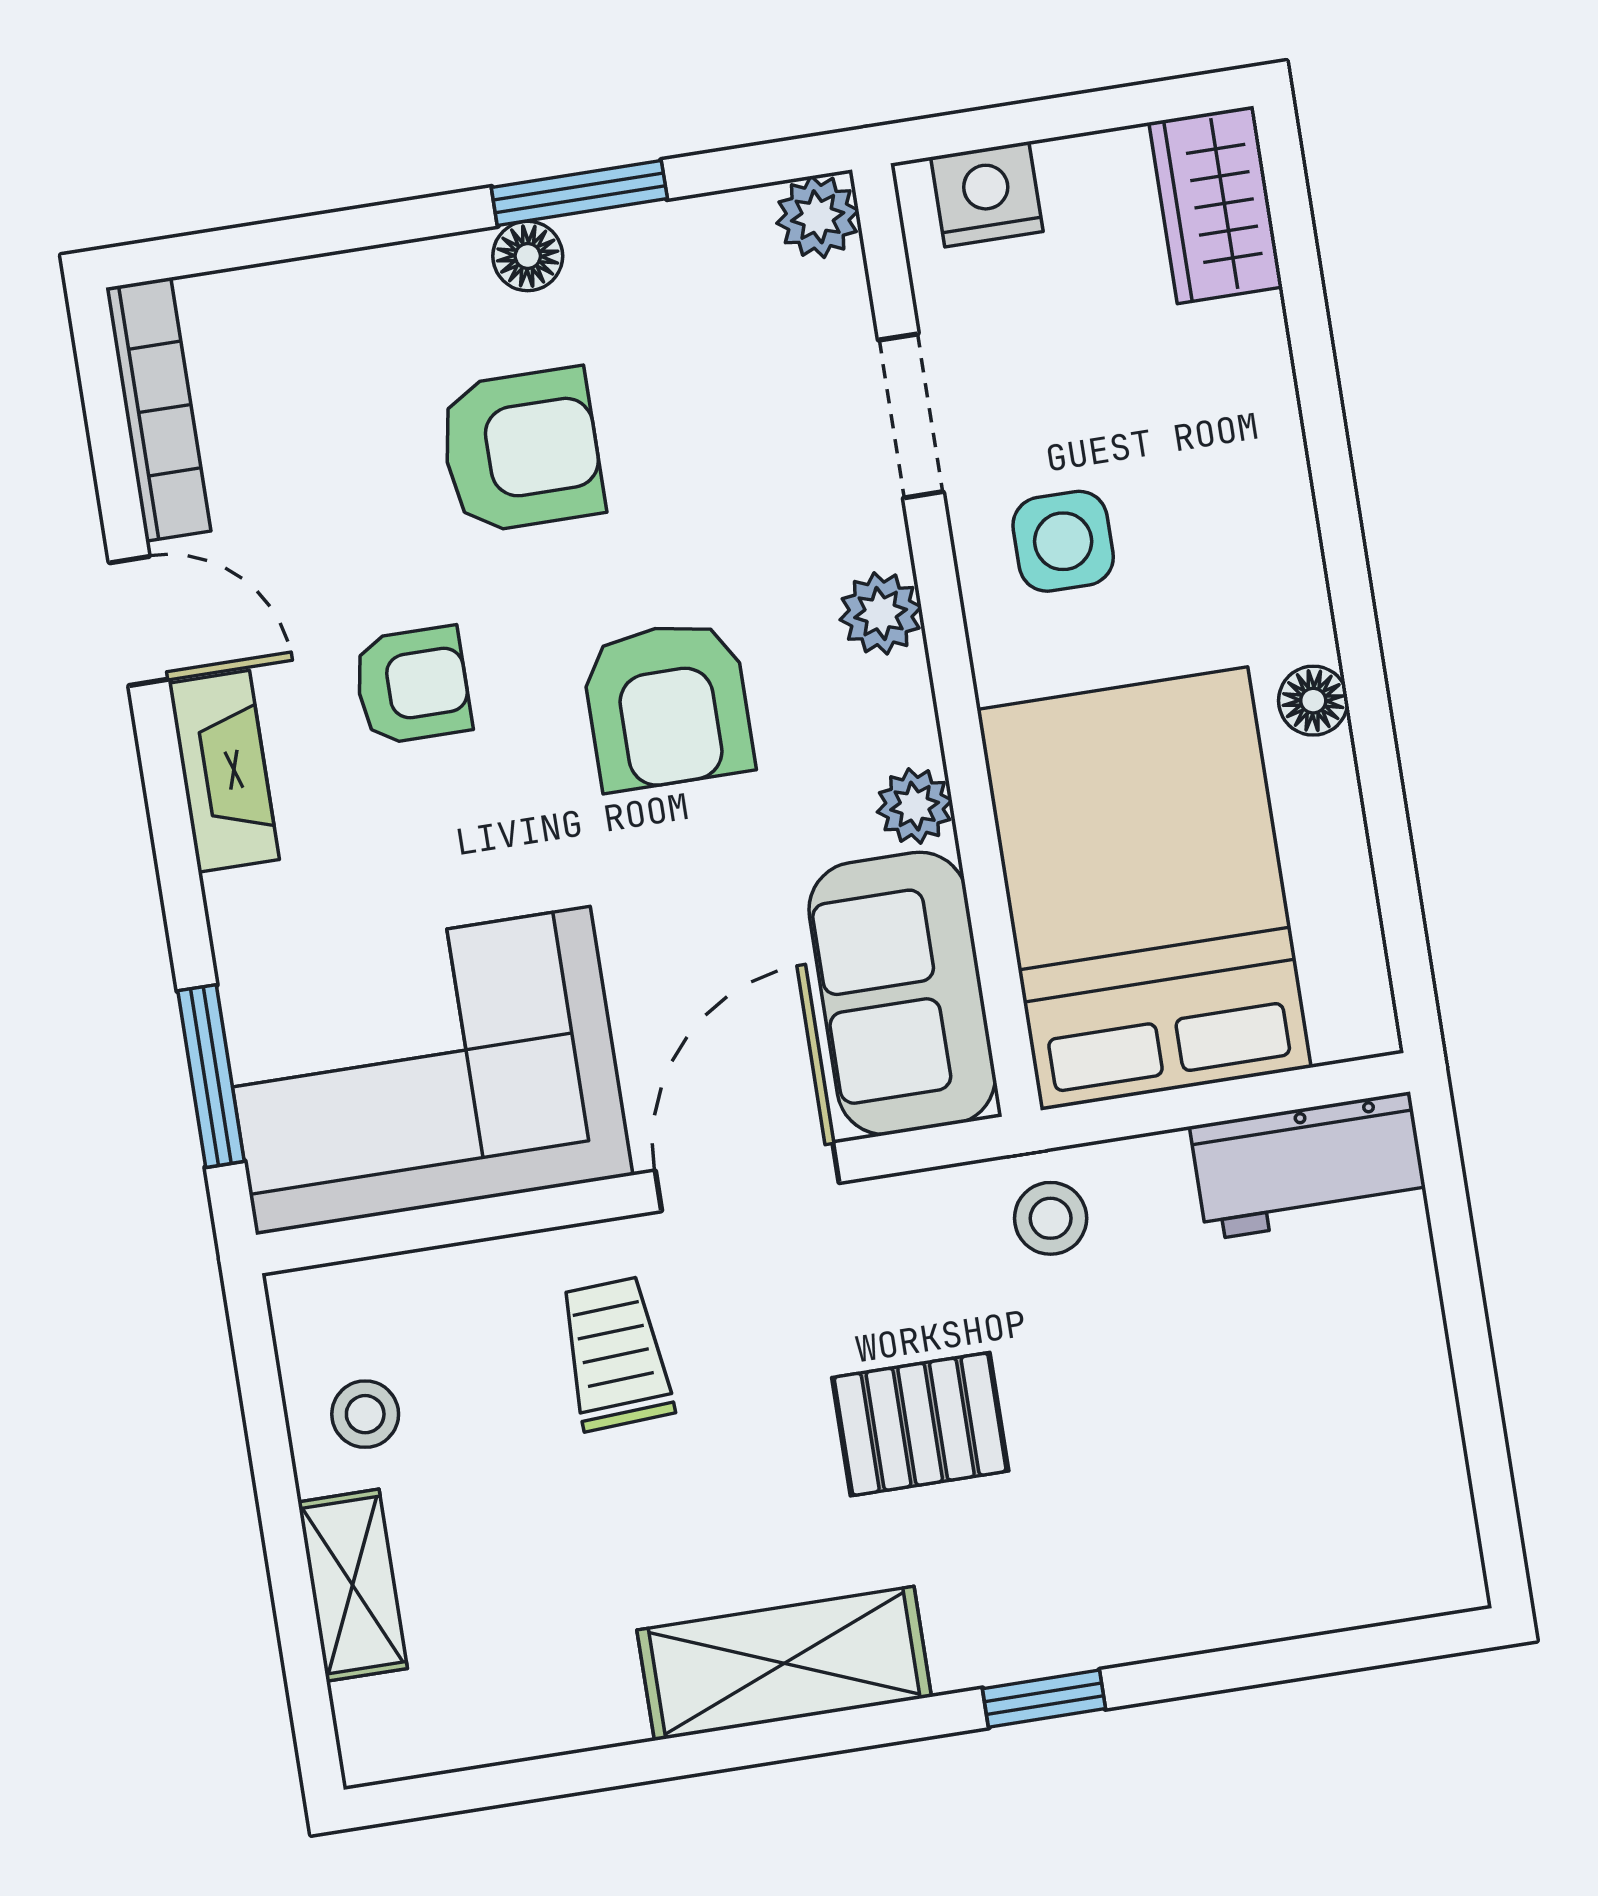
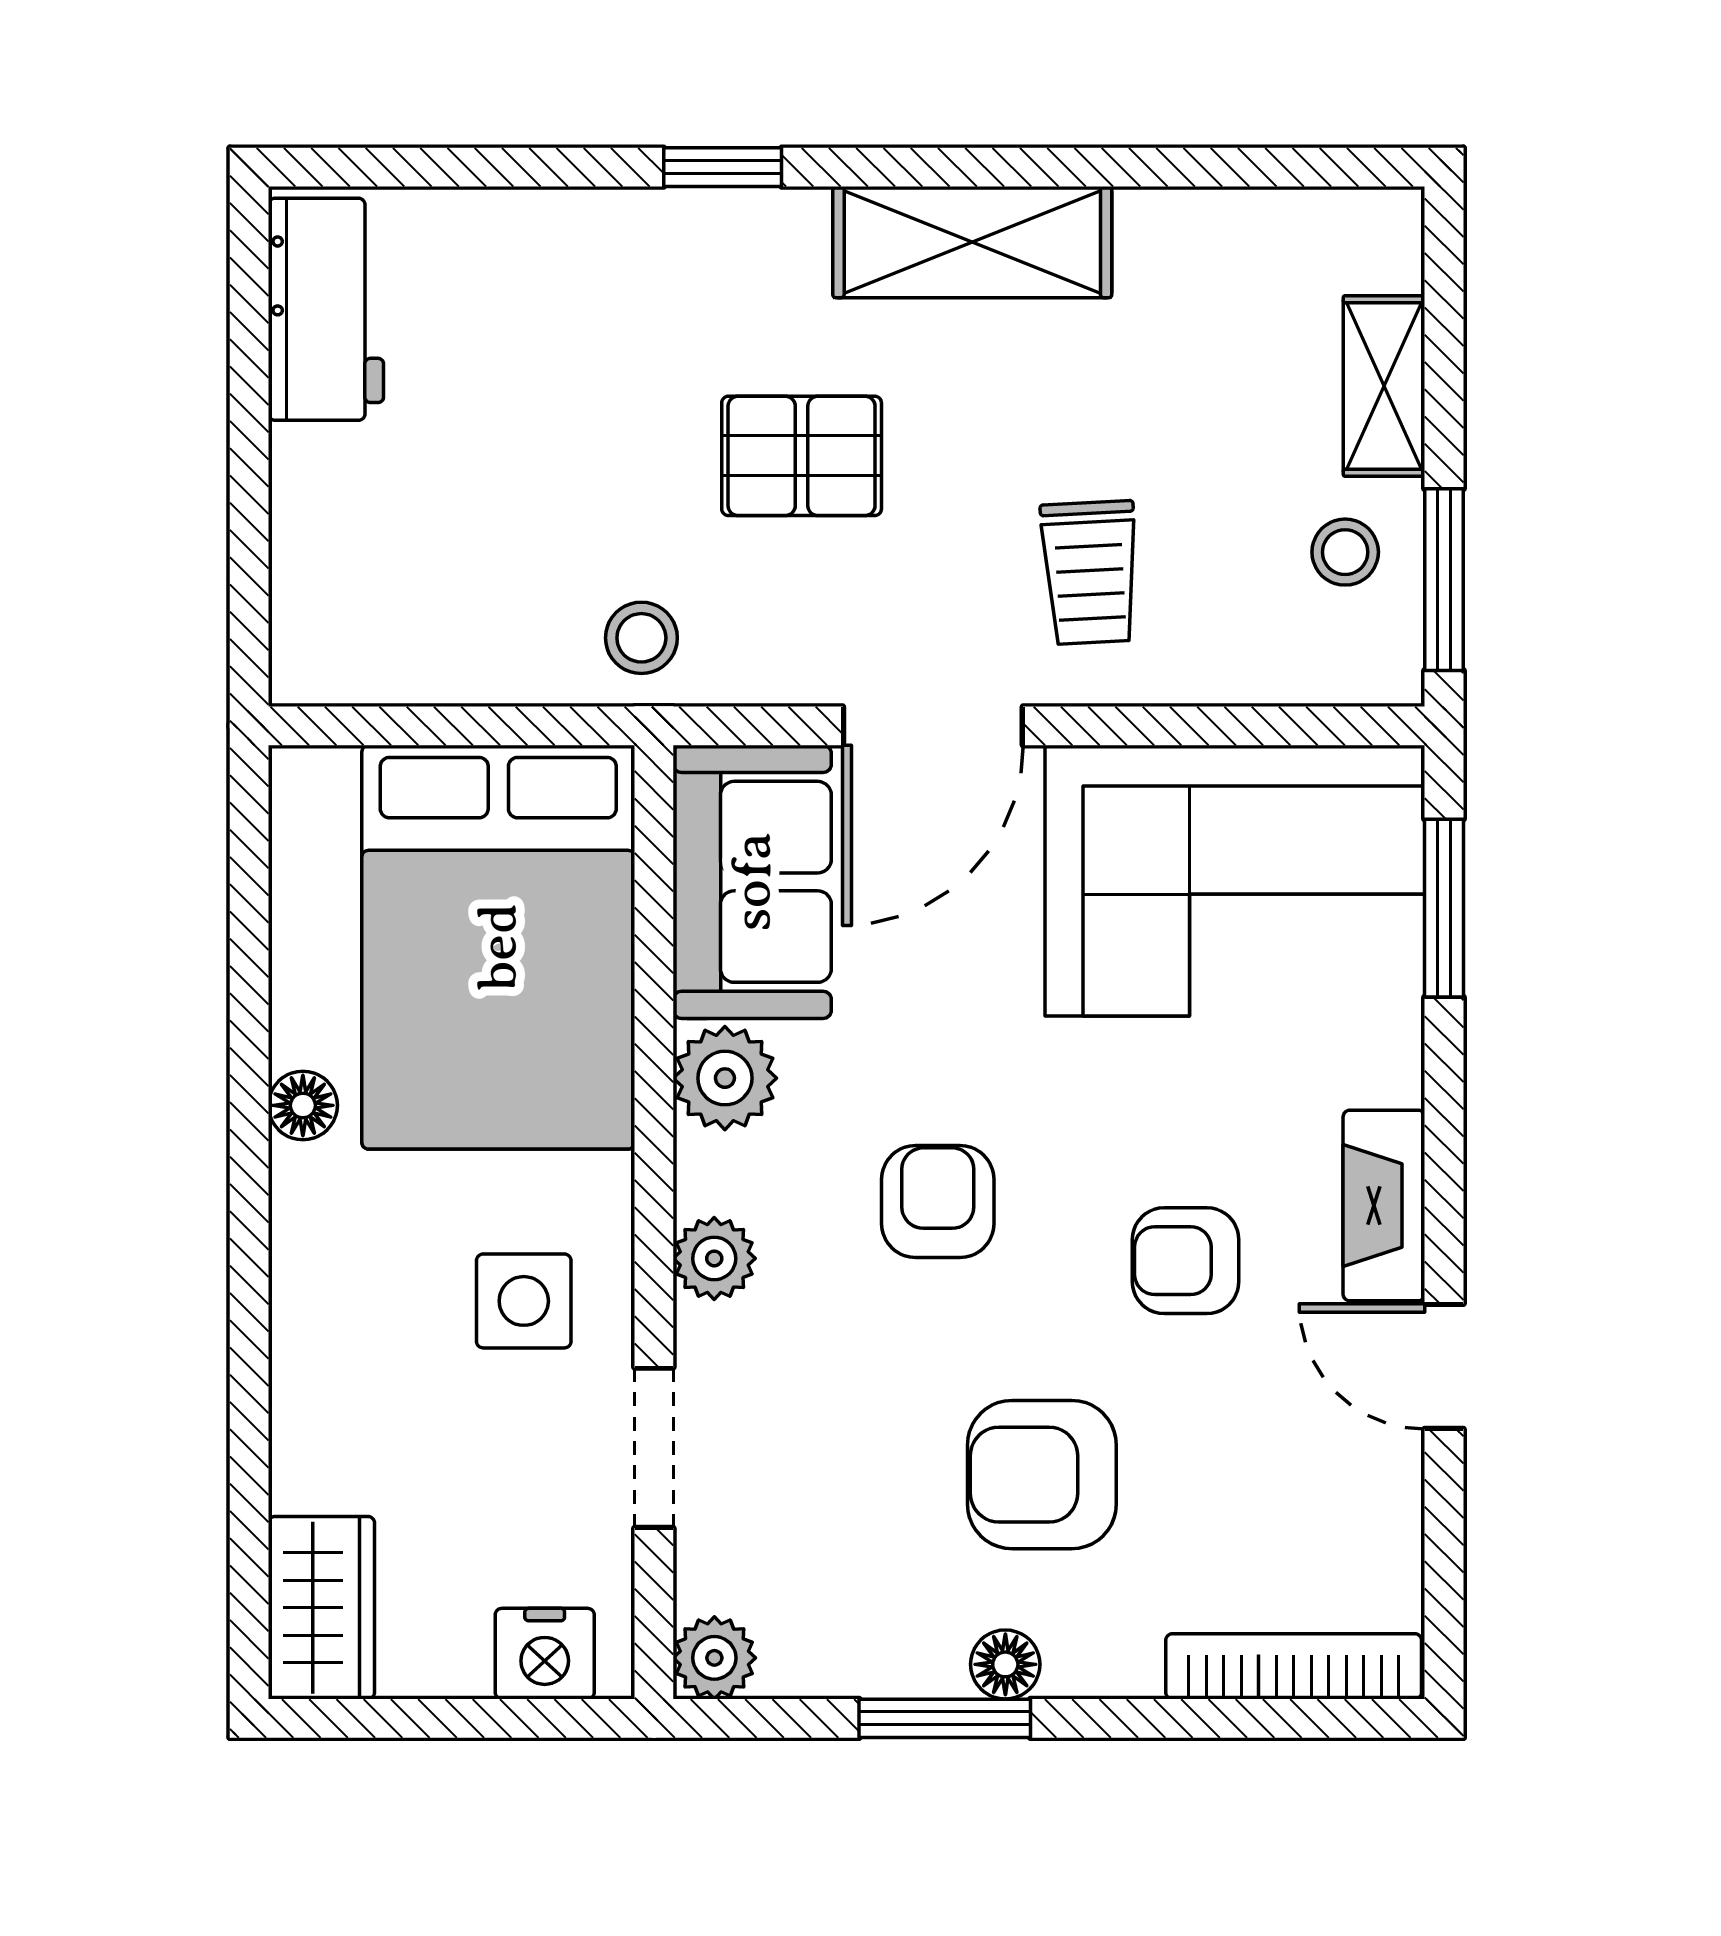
bookcase: (158, 409) -> (1294, 1666), moved, turned 90
armchair: (668, 705) -> (938, 1201), width x0.72, depth x0.72
plant: (915, 806) -> (725, 1078), width x1.38, depth x1.38
workbench: (1309, 1166) -> (326, 309), moved, turned 90
window: (263, 1402) -> (1444, 580), added

